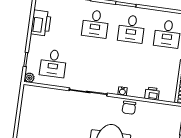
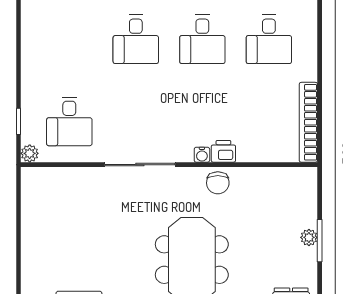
printer: (41, 23) -> (37, 51), removed
printer: (152, 94) -> (223, 151), moved

